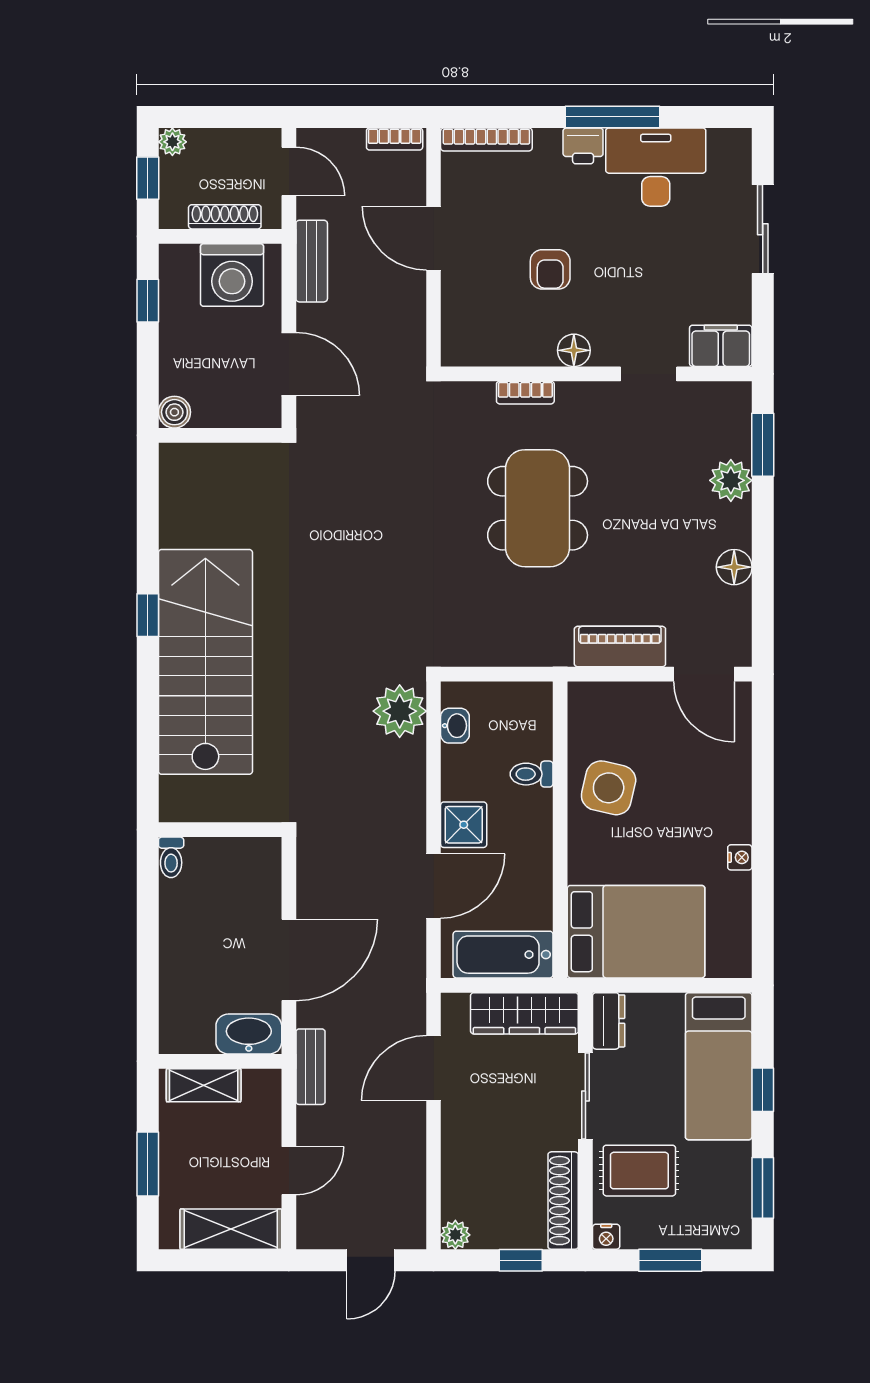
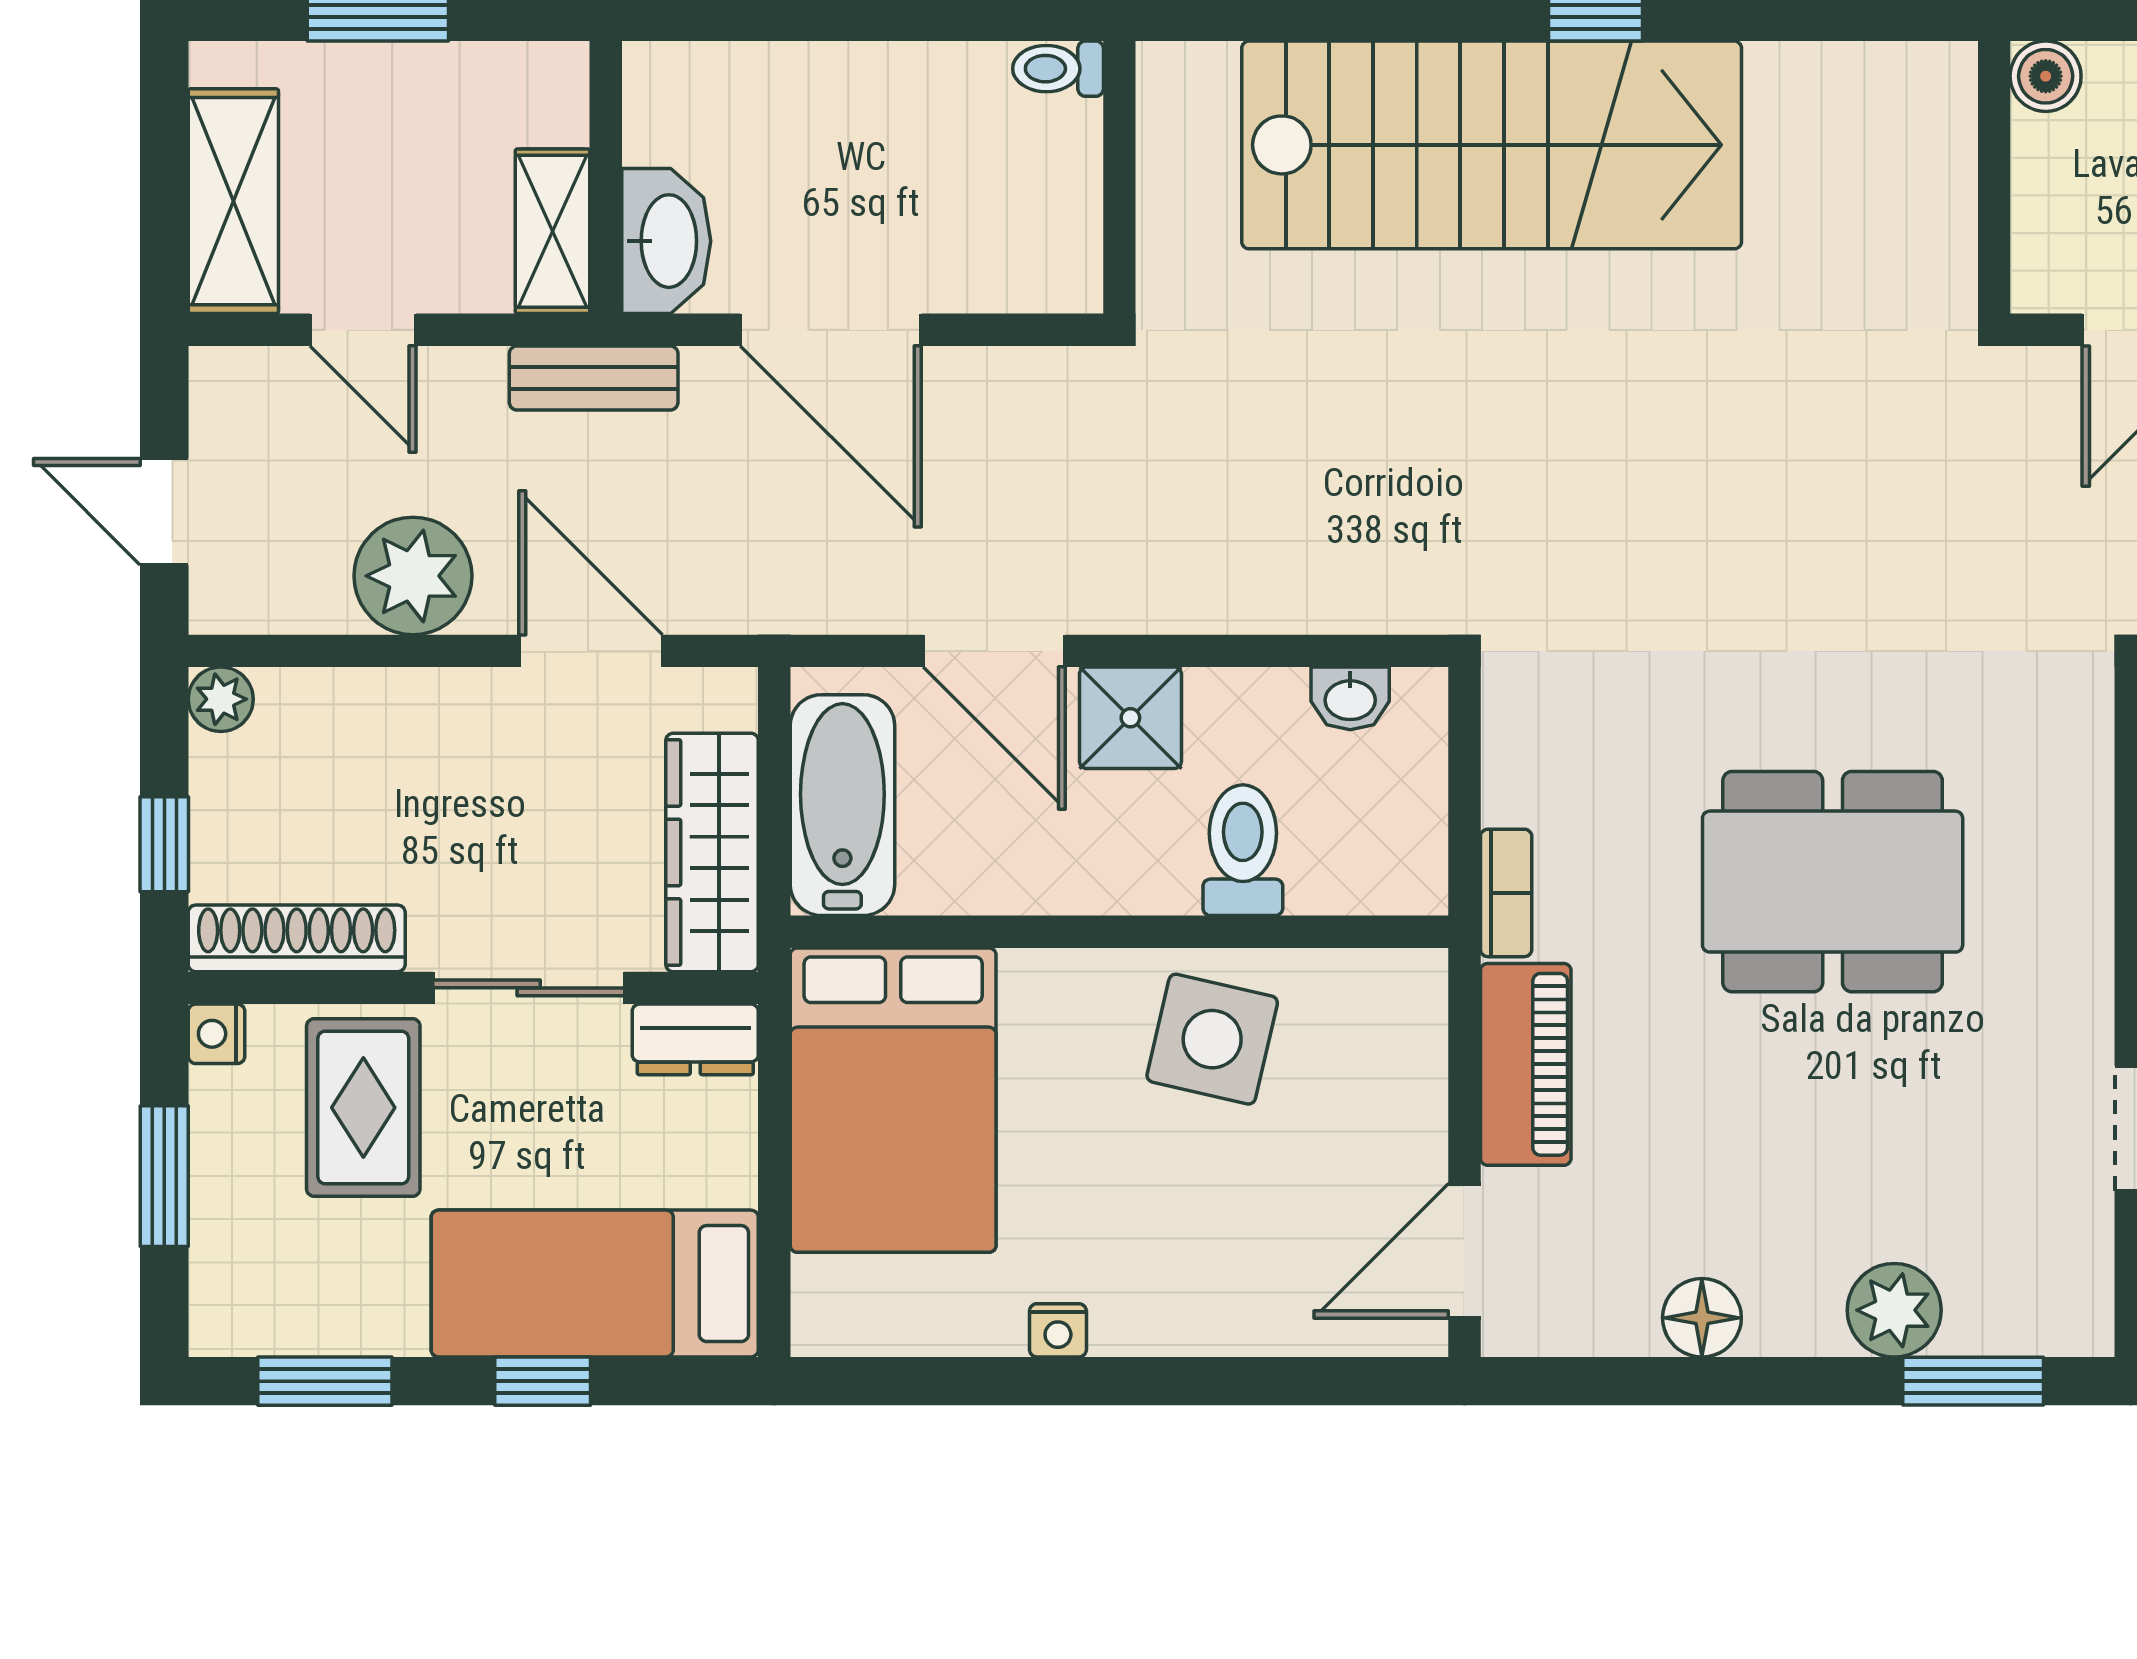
bookcase: (525, 393) -> (1506, 893), moved, turned 180
plant: (400, 711) -> (413, 576), moved
toilet: (532, 774) -> (1243, 850), width x1.37, depth x1.39
shelving: (204, 1085) -> (553, 231), moved

